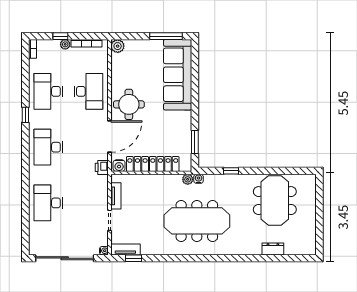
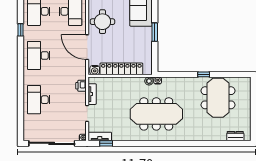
door: (110, 137) -> (87, 47), swing flipped
window: (195, 142) -> (155, 32), moved
printer: (102, 167) -> (81, 86), moved
window: (231, 171) -> (204, 74), moved
dresser: (273, 249) -> (235, 136), moved

